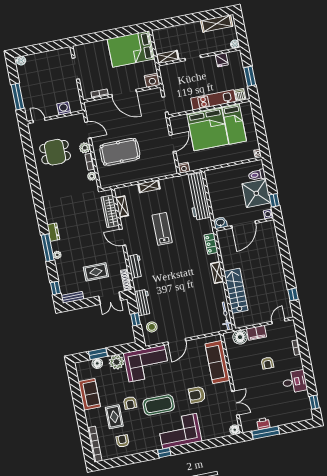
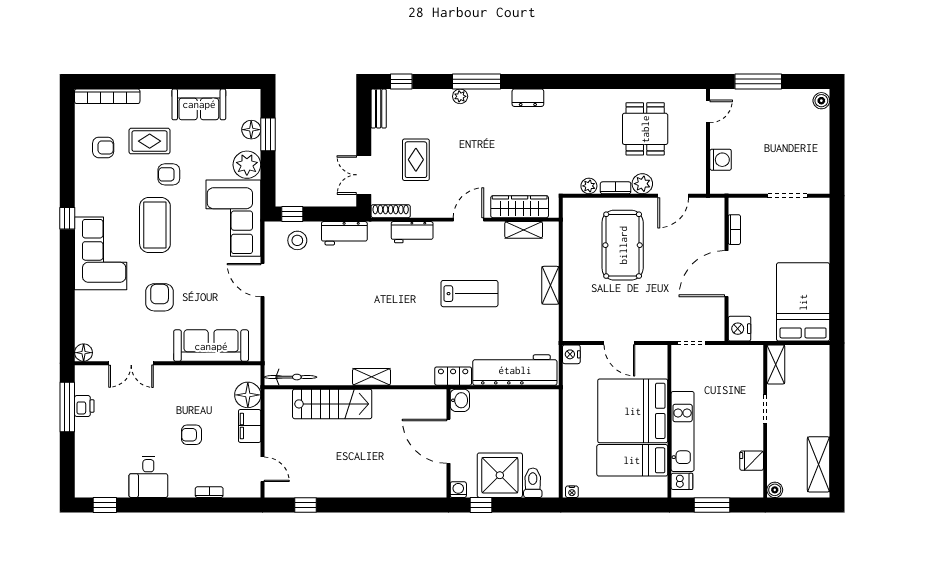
dresser: (53, 232) -> (528, 98), moved
locker: (211, 244) -> (453, 376), moved
window: (136, 319) -> (292, 214), moved

